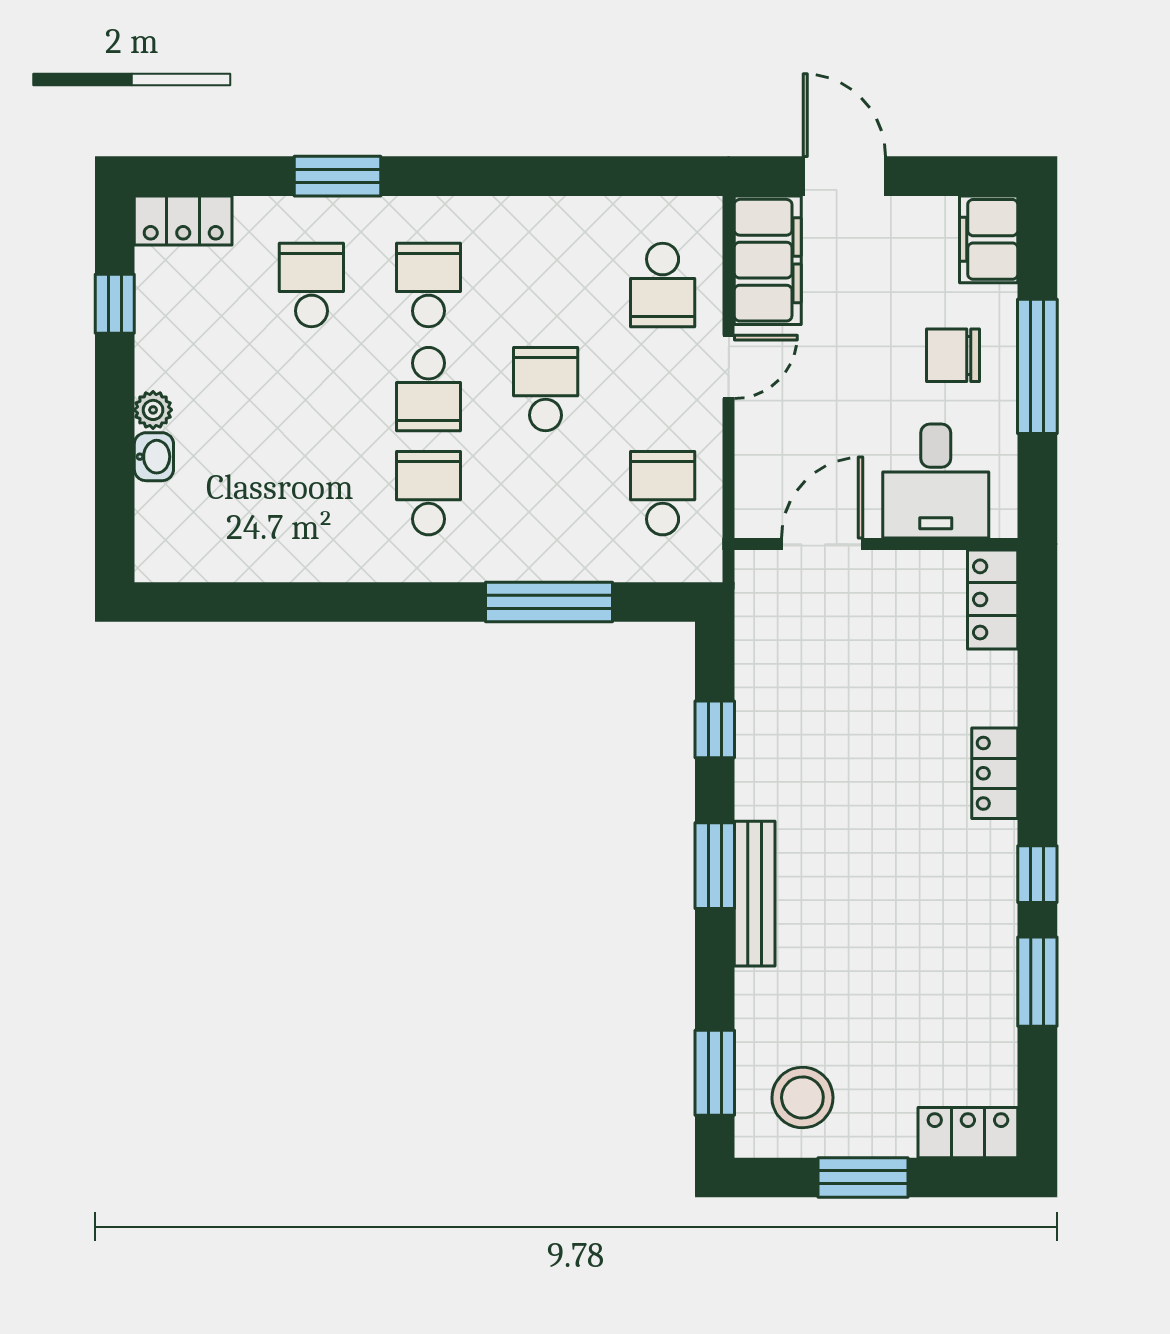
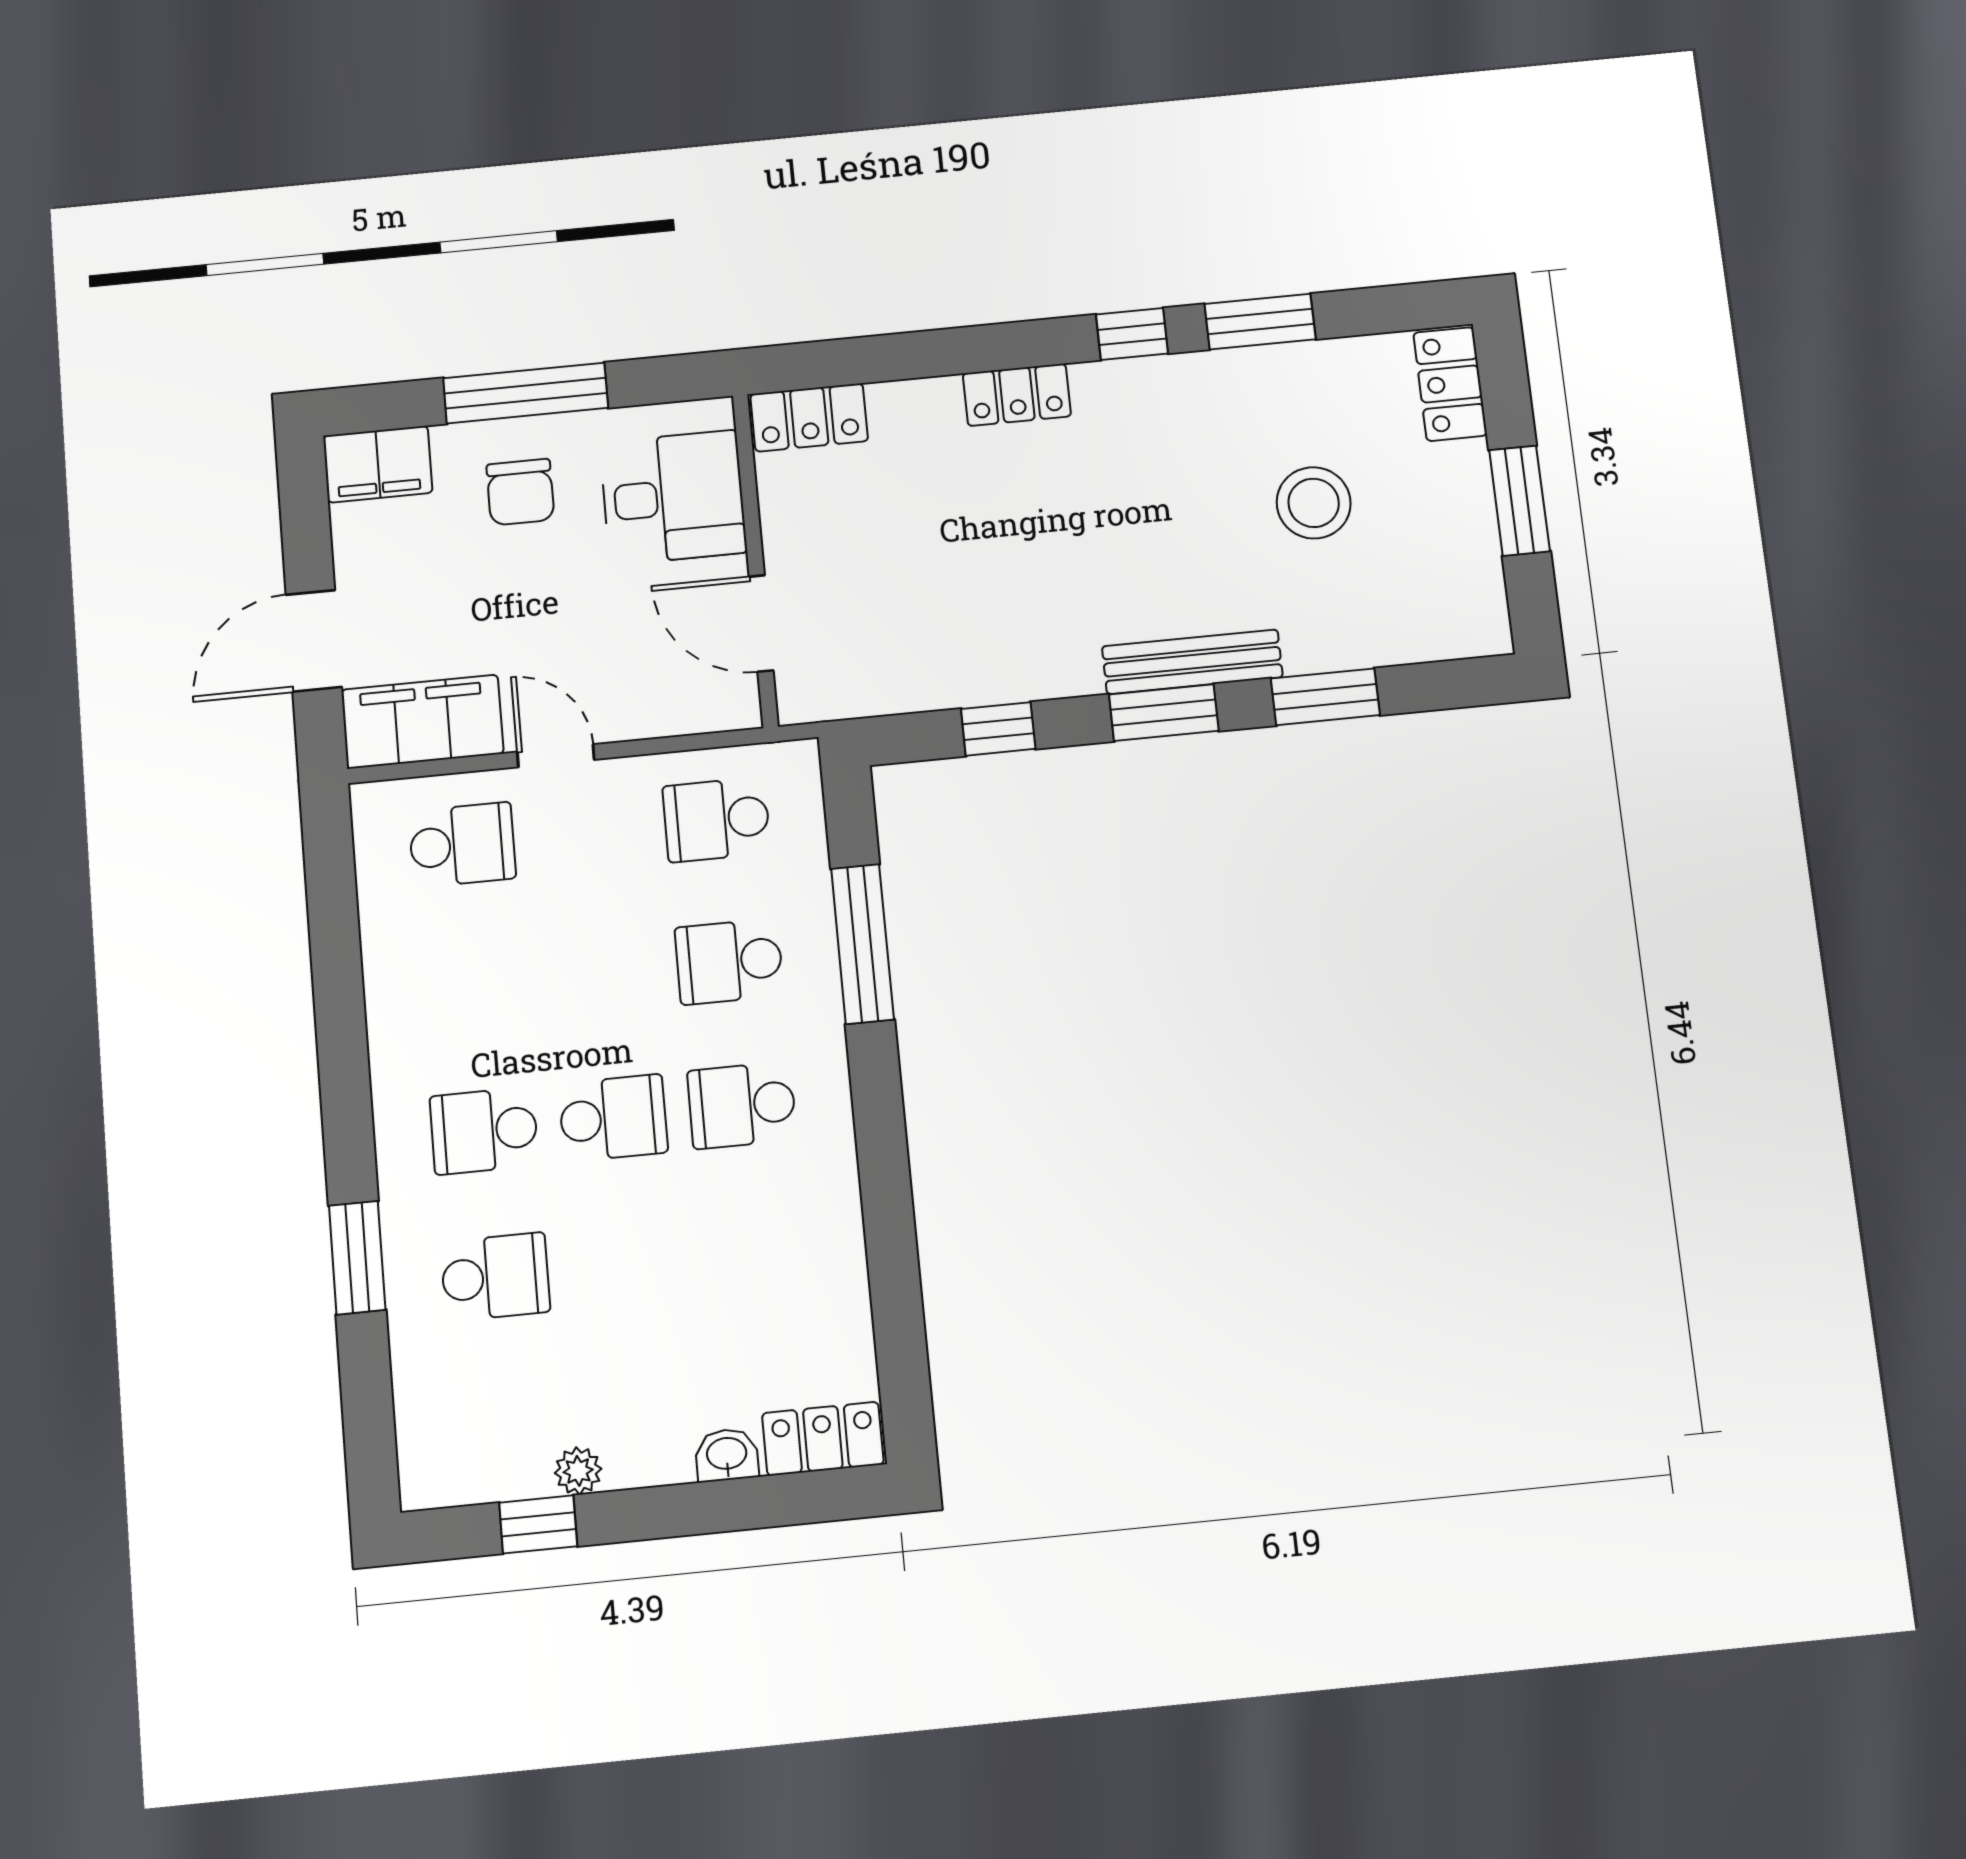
locker: (183, 220) -> (823, 1439), moved, turned -90
school desk: (311, 285) -> (495, 1277), turned 180
school desk: (546, 389) -> (729, 961), moved
plant: (153, 410) -> (578, 1471), moved
window: (715, 1073) -> (1325, 697), moved
stool: (802, 1098) -> (1314, 503), moved

